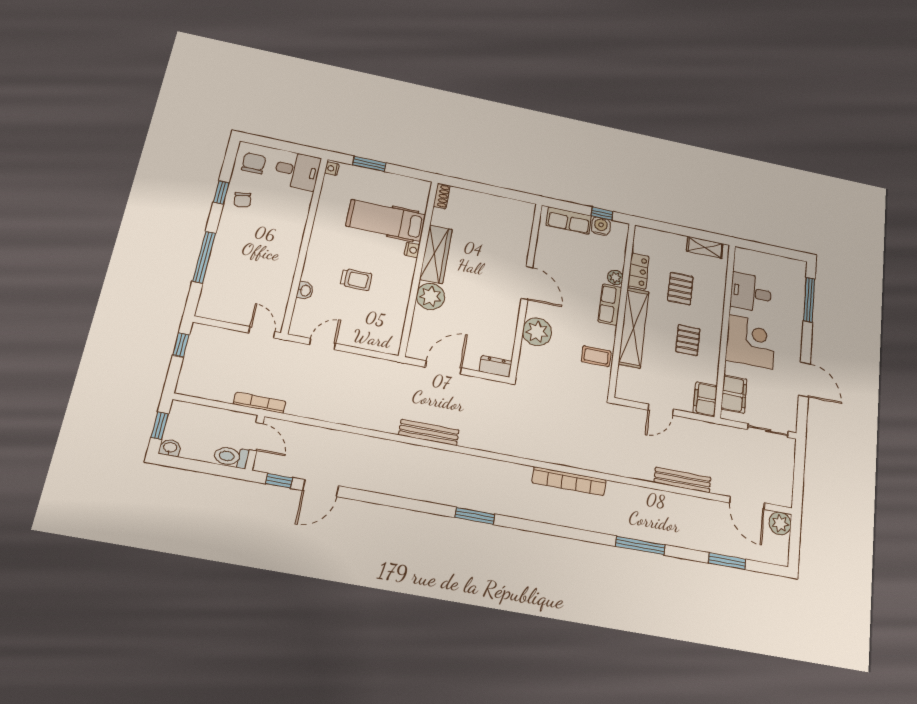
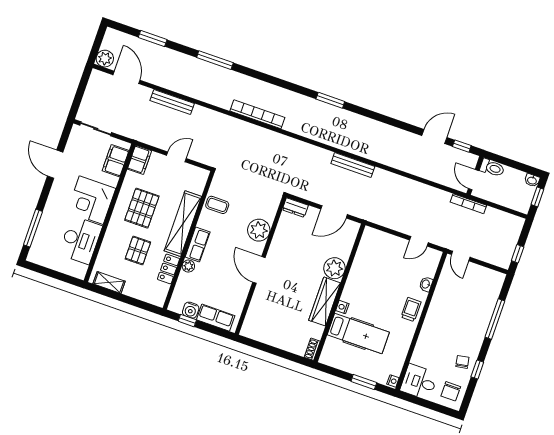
trolley: (356, 280) -> (411, 310), moved, turned 90
desk: (751, 293) -> (80, 240), width x1.37
pallet: (688, 340) -> (142, 208), width x1.50, depth x1.42

